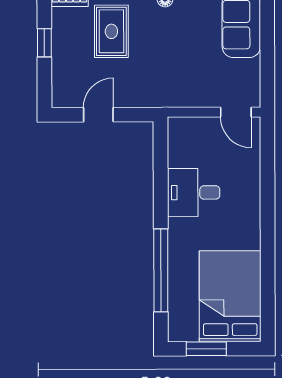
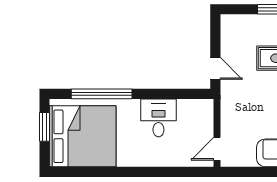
door: (98, 115) -> (215, 68), moved
bed: (230, 296) -> (83, 136), width x1.36

